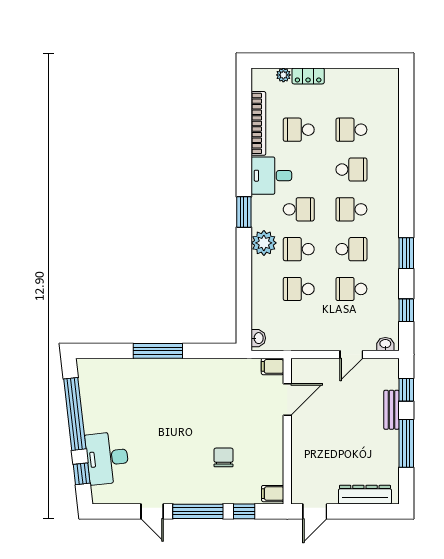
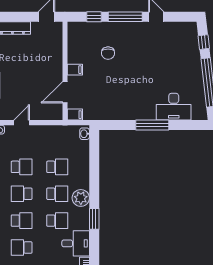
school desk: (299, 209) -> (57, 221), turned 180
desk: (107, 458) -> (174, 107), moved, turned 97
filing cabinet: (273, 494) -> (75, 70), moved

